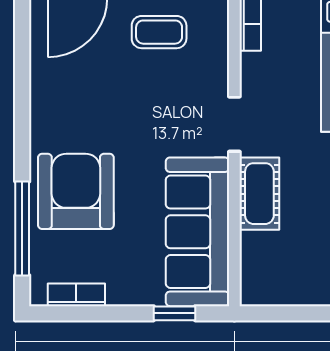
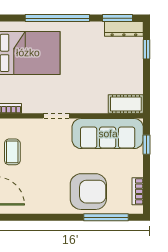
armchair: (76, 191) -> (88, 192), turned 180
cot: (259, 194) -> (126, 104), moved

